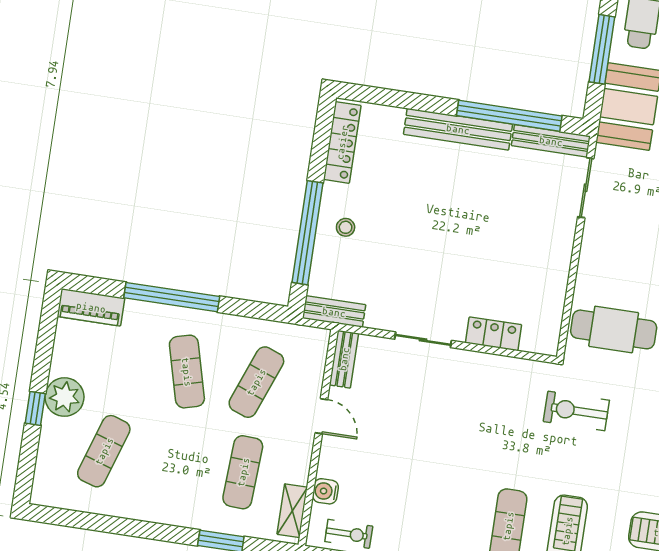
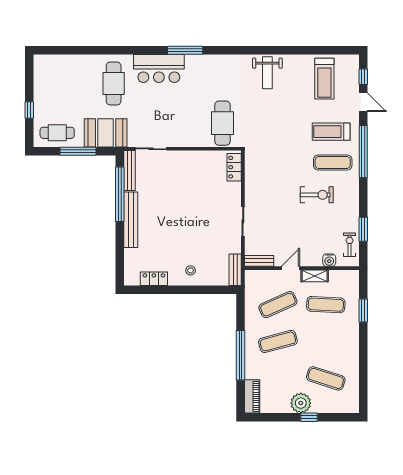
locker: (342, 142) -> (154, 279), width x0.66
window: (307, 233) -> (196, 290), removed
locker: (493, 334) -> (234, 167), moved
exercise mat: (256, 382) -> (278, 305), turned -45
exercise bike: (576, 411) -> (317, 195), moved, turned -90
shelving: (292, 511) -> (315, 276), moved

